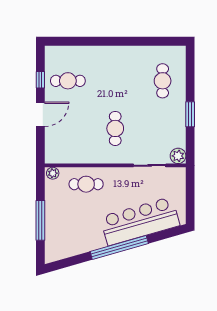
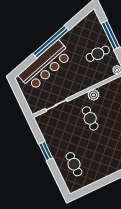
plant: (178, 156) -> (93, 95), moved
cafe table: (86, 184) -> (98, 54), moved

